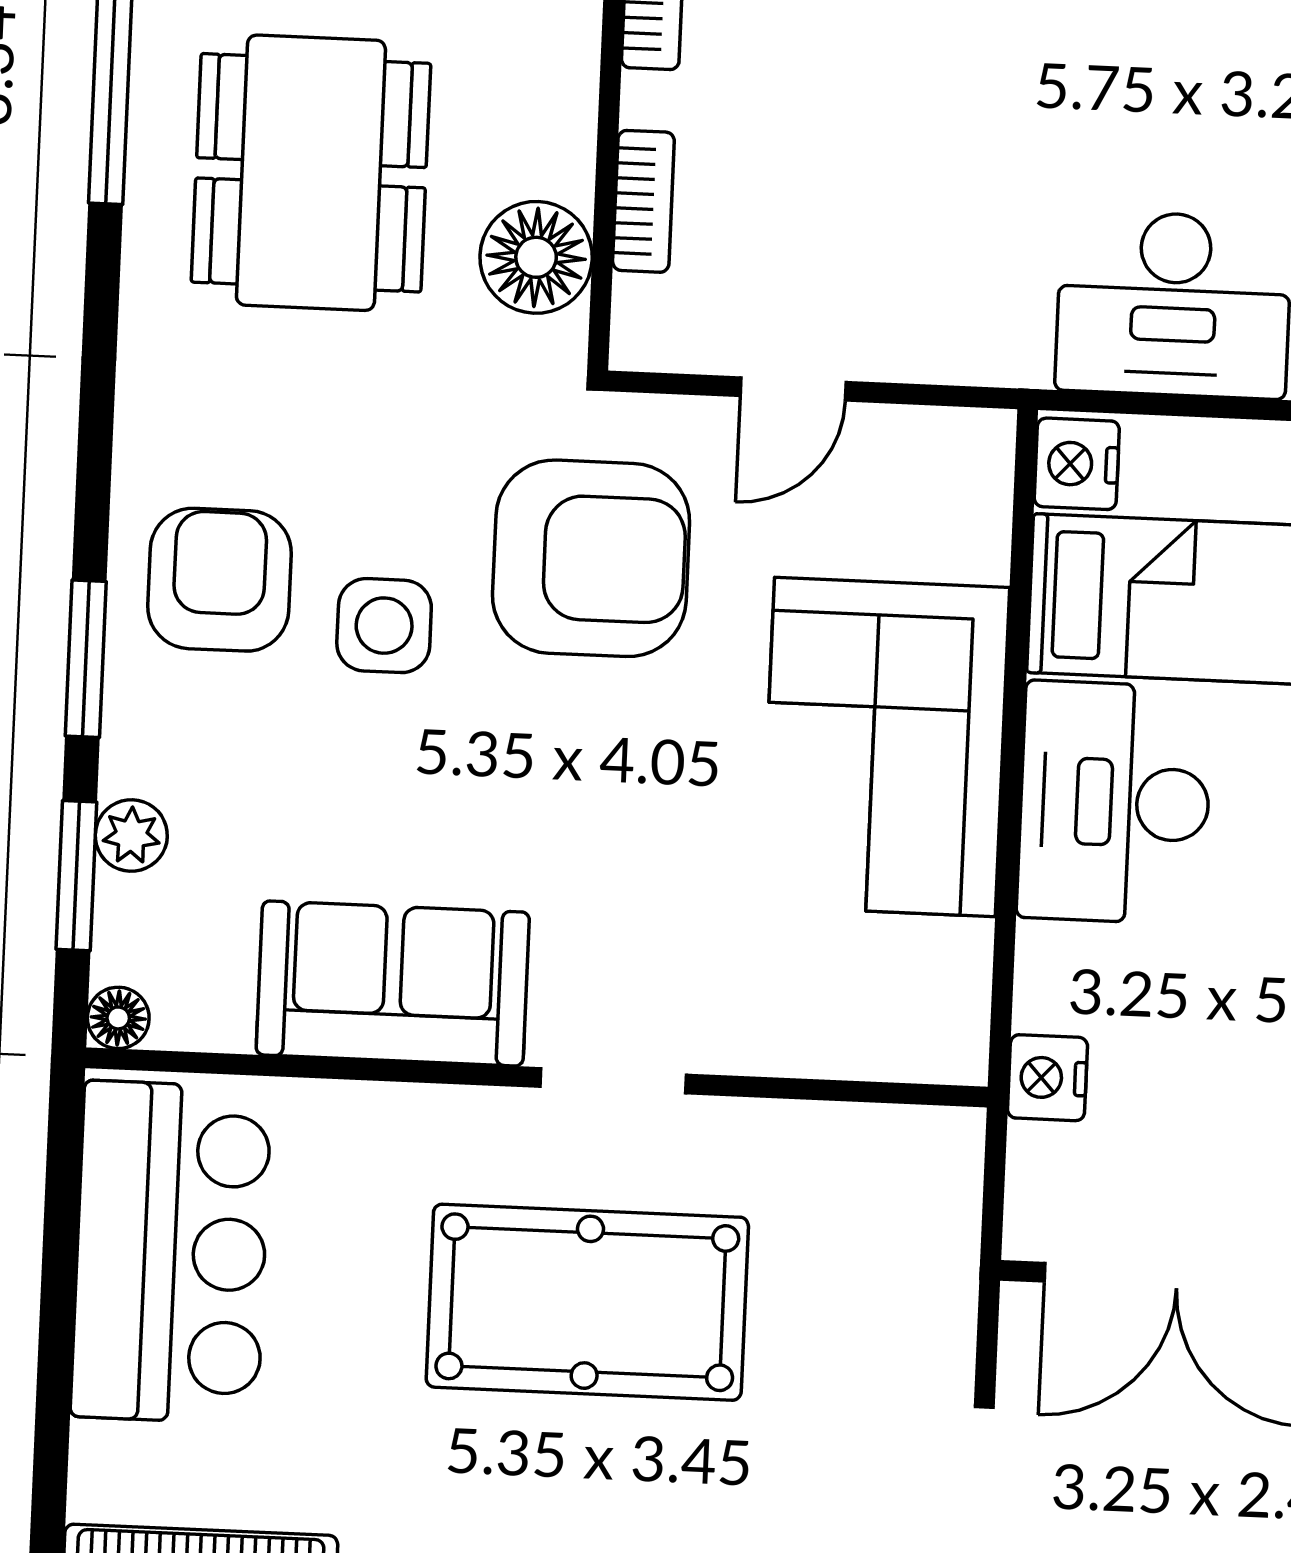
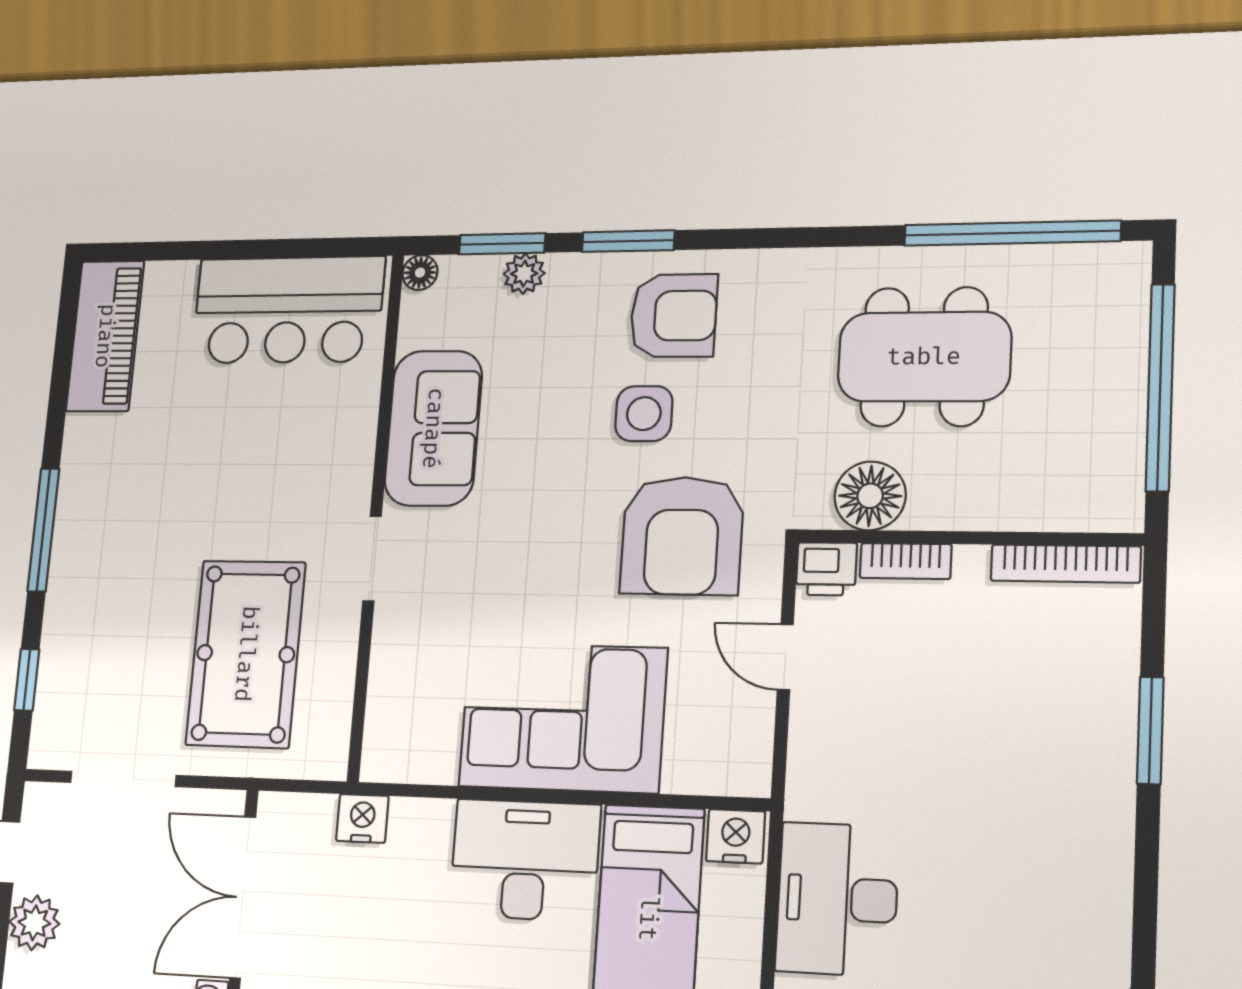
printer: (652, 326) -> (826, 569), added
pool table: (587, 1302) -> (246, 654), moved

